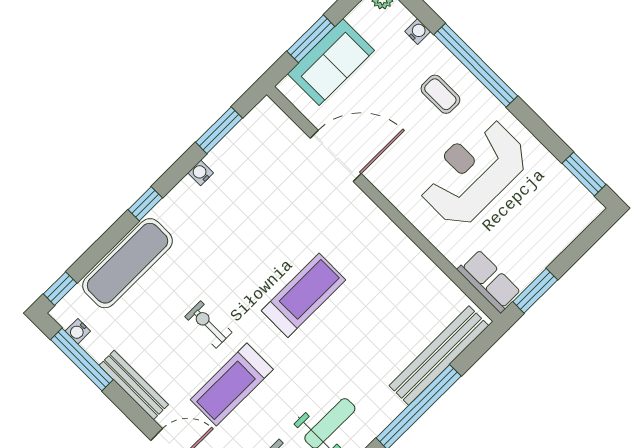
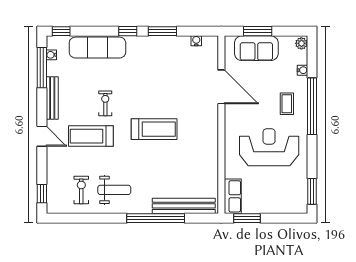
window: (219, 130) -> (162, 31), moved
water cooler: (201, 173) -> (196, 41), moved

